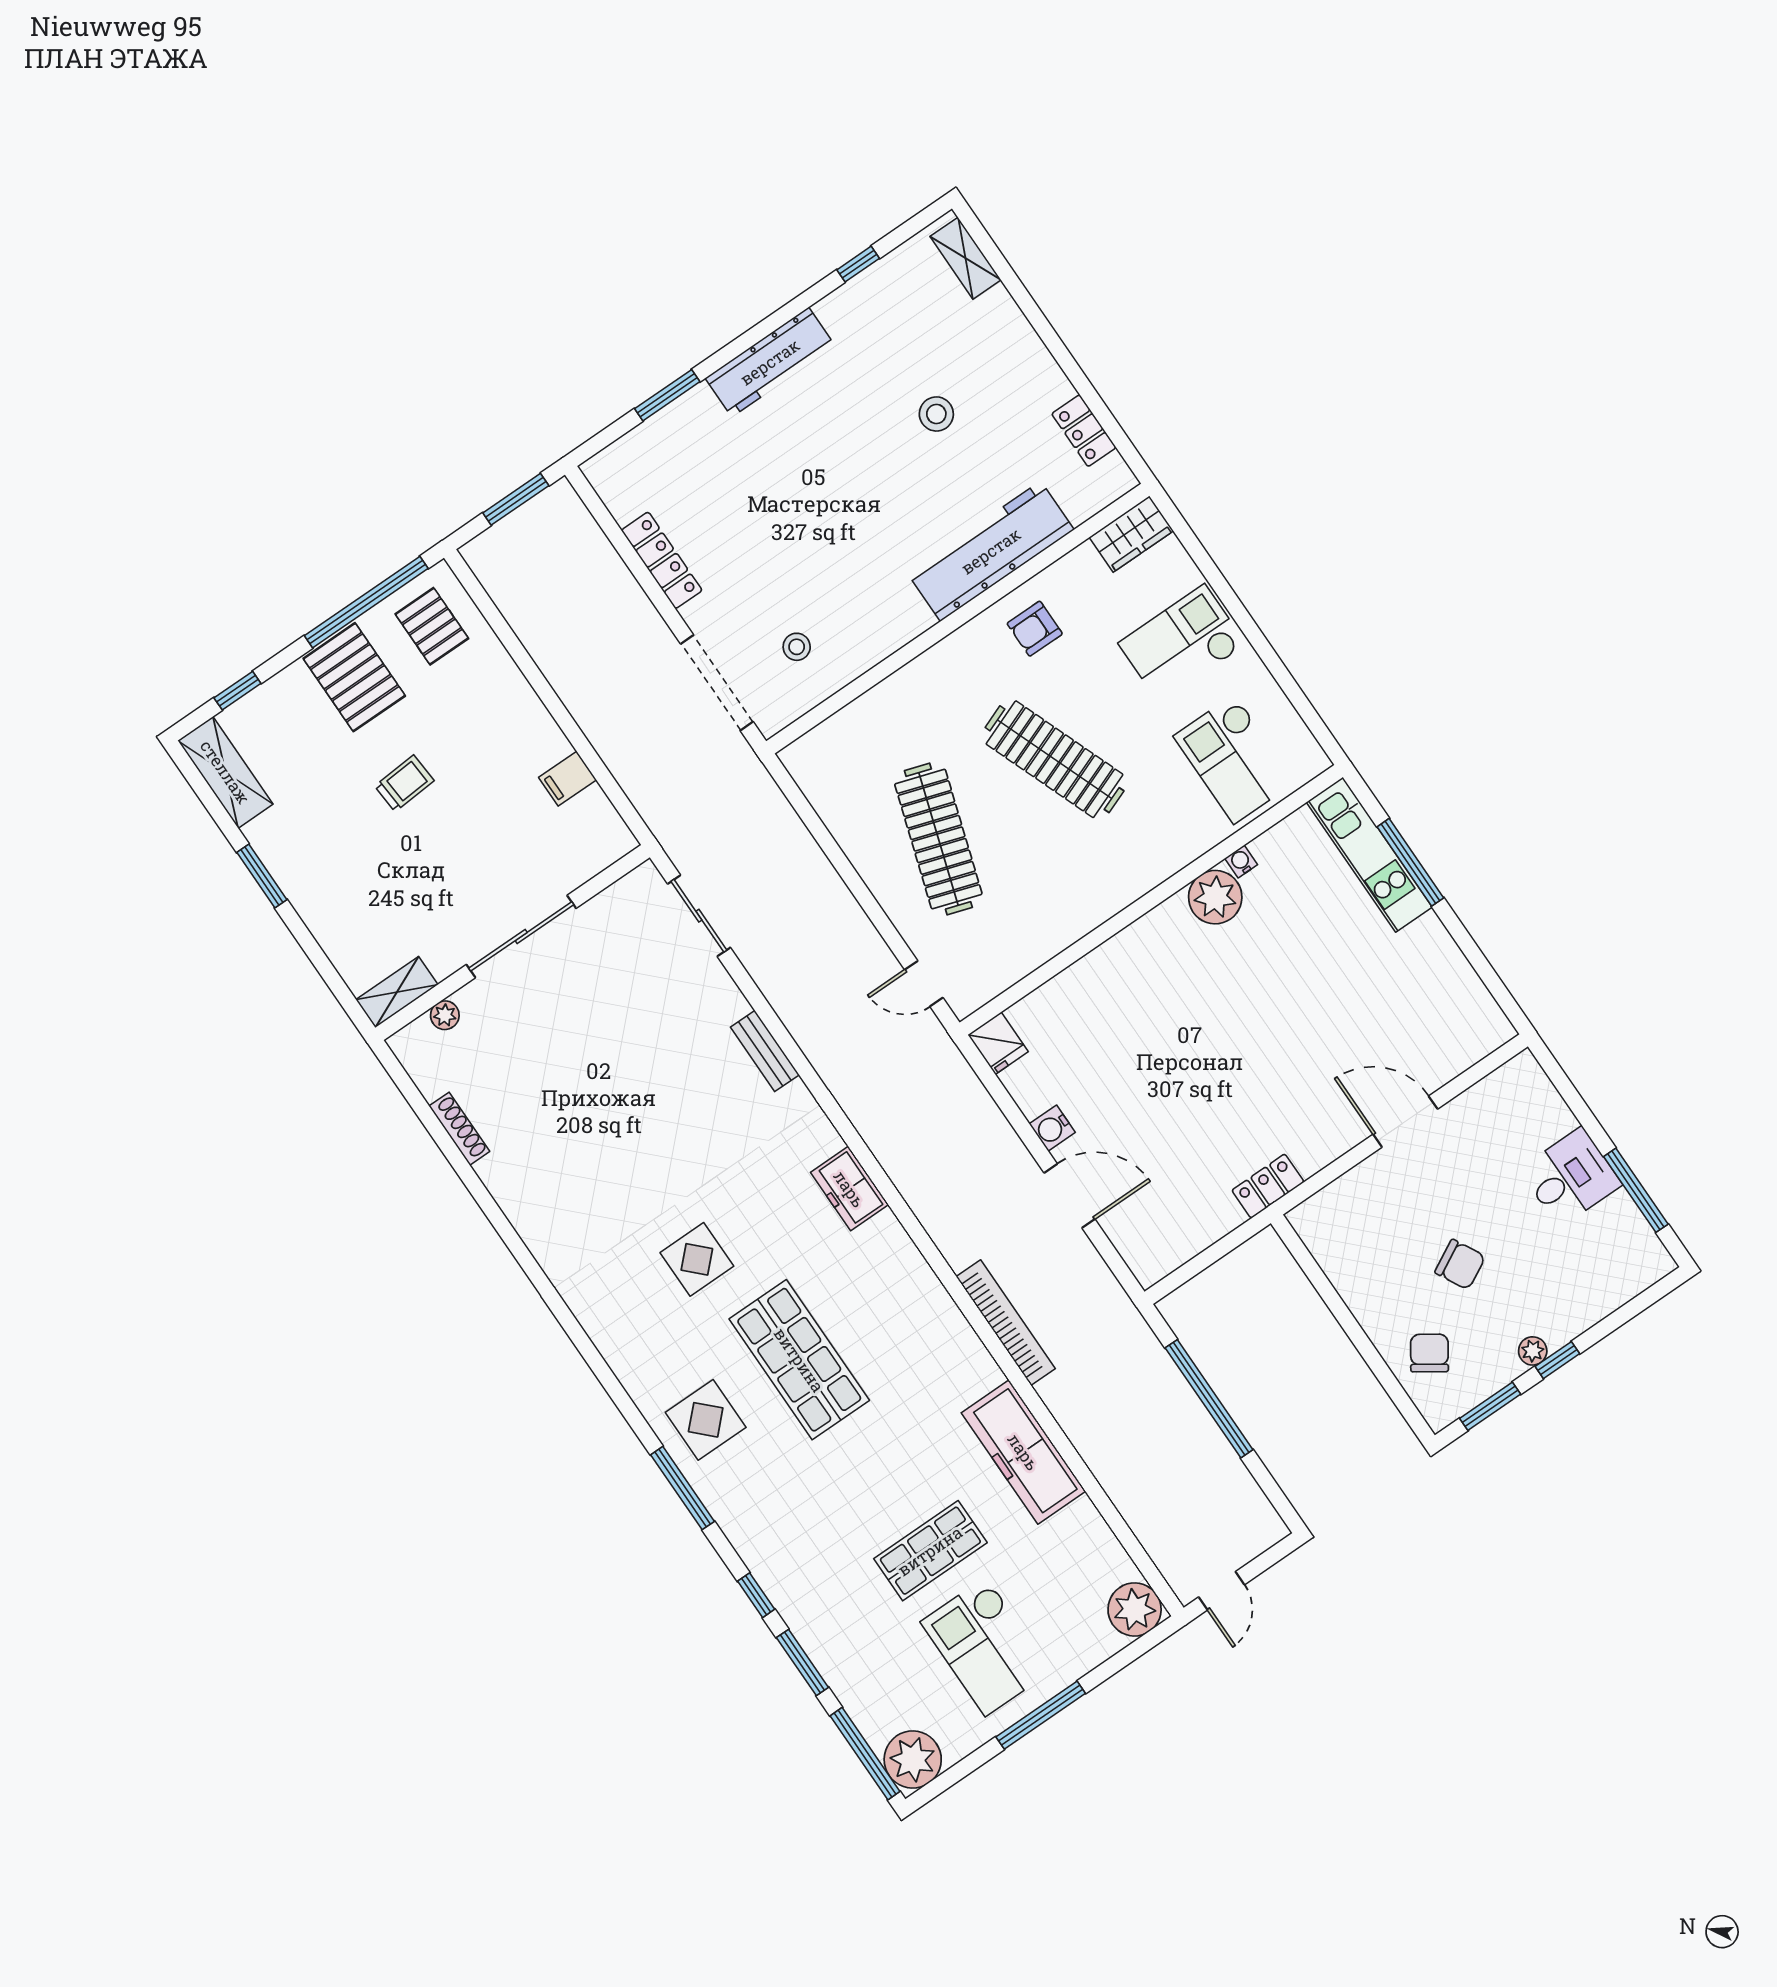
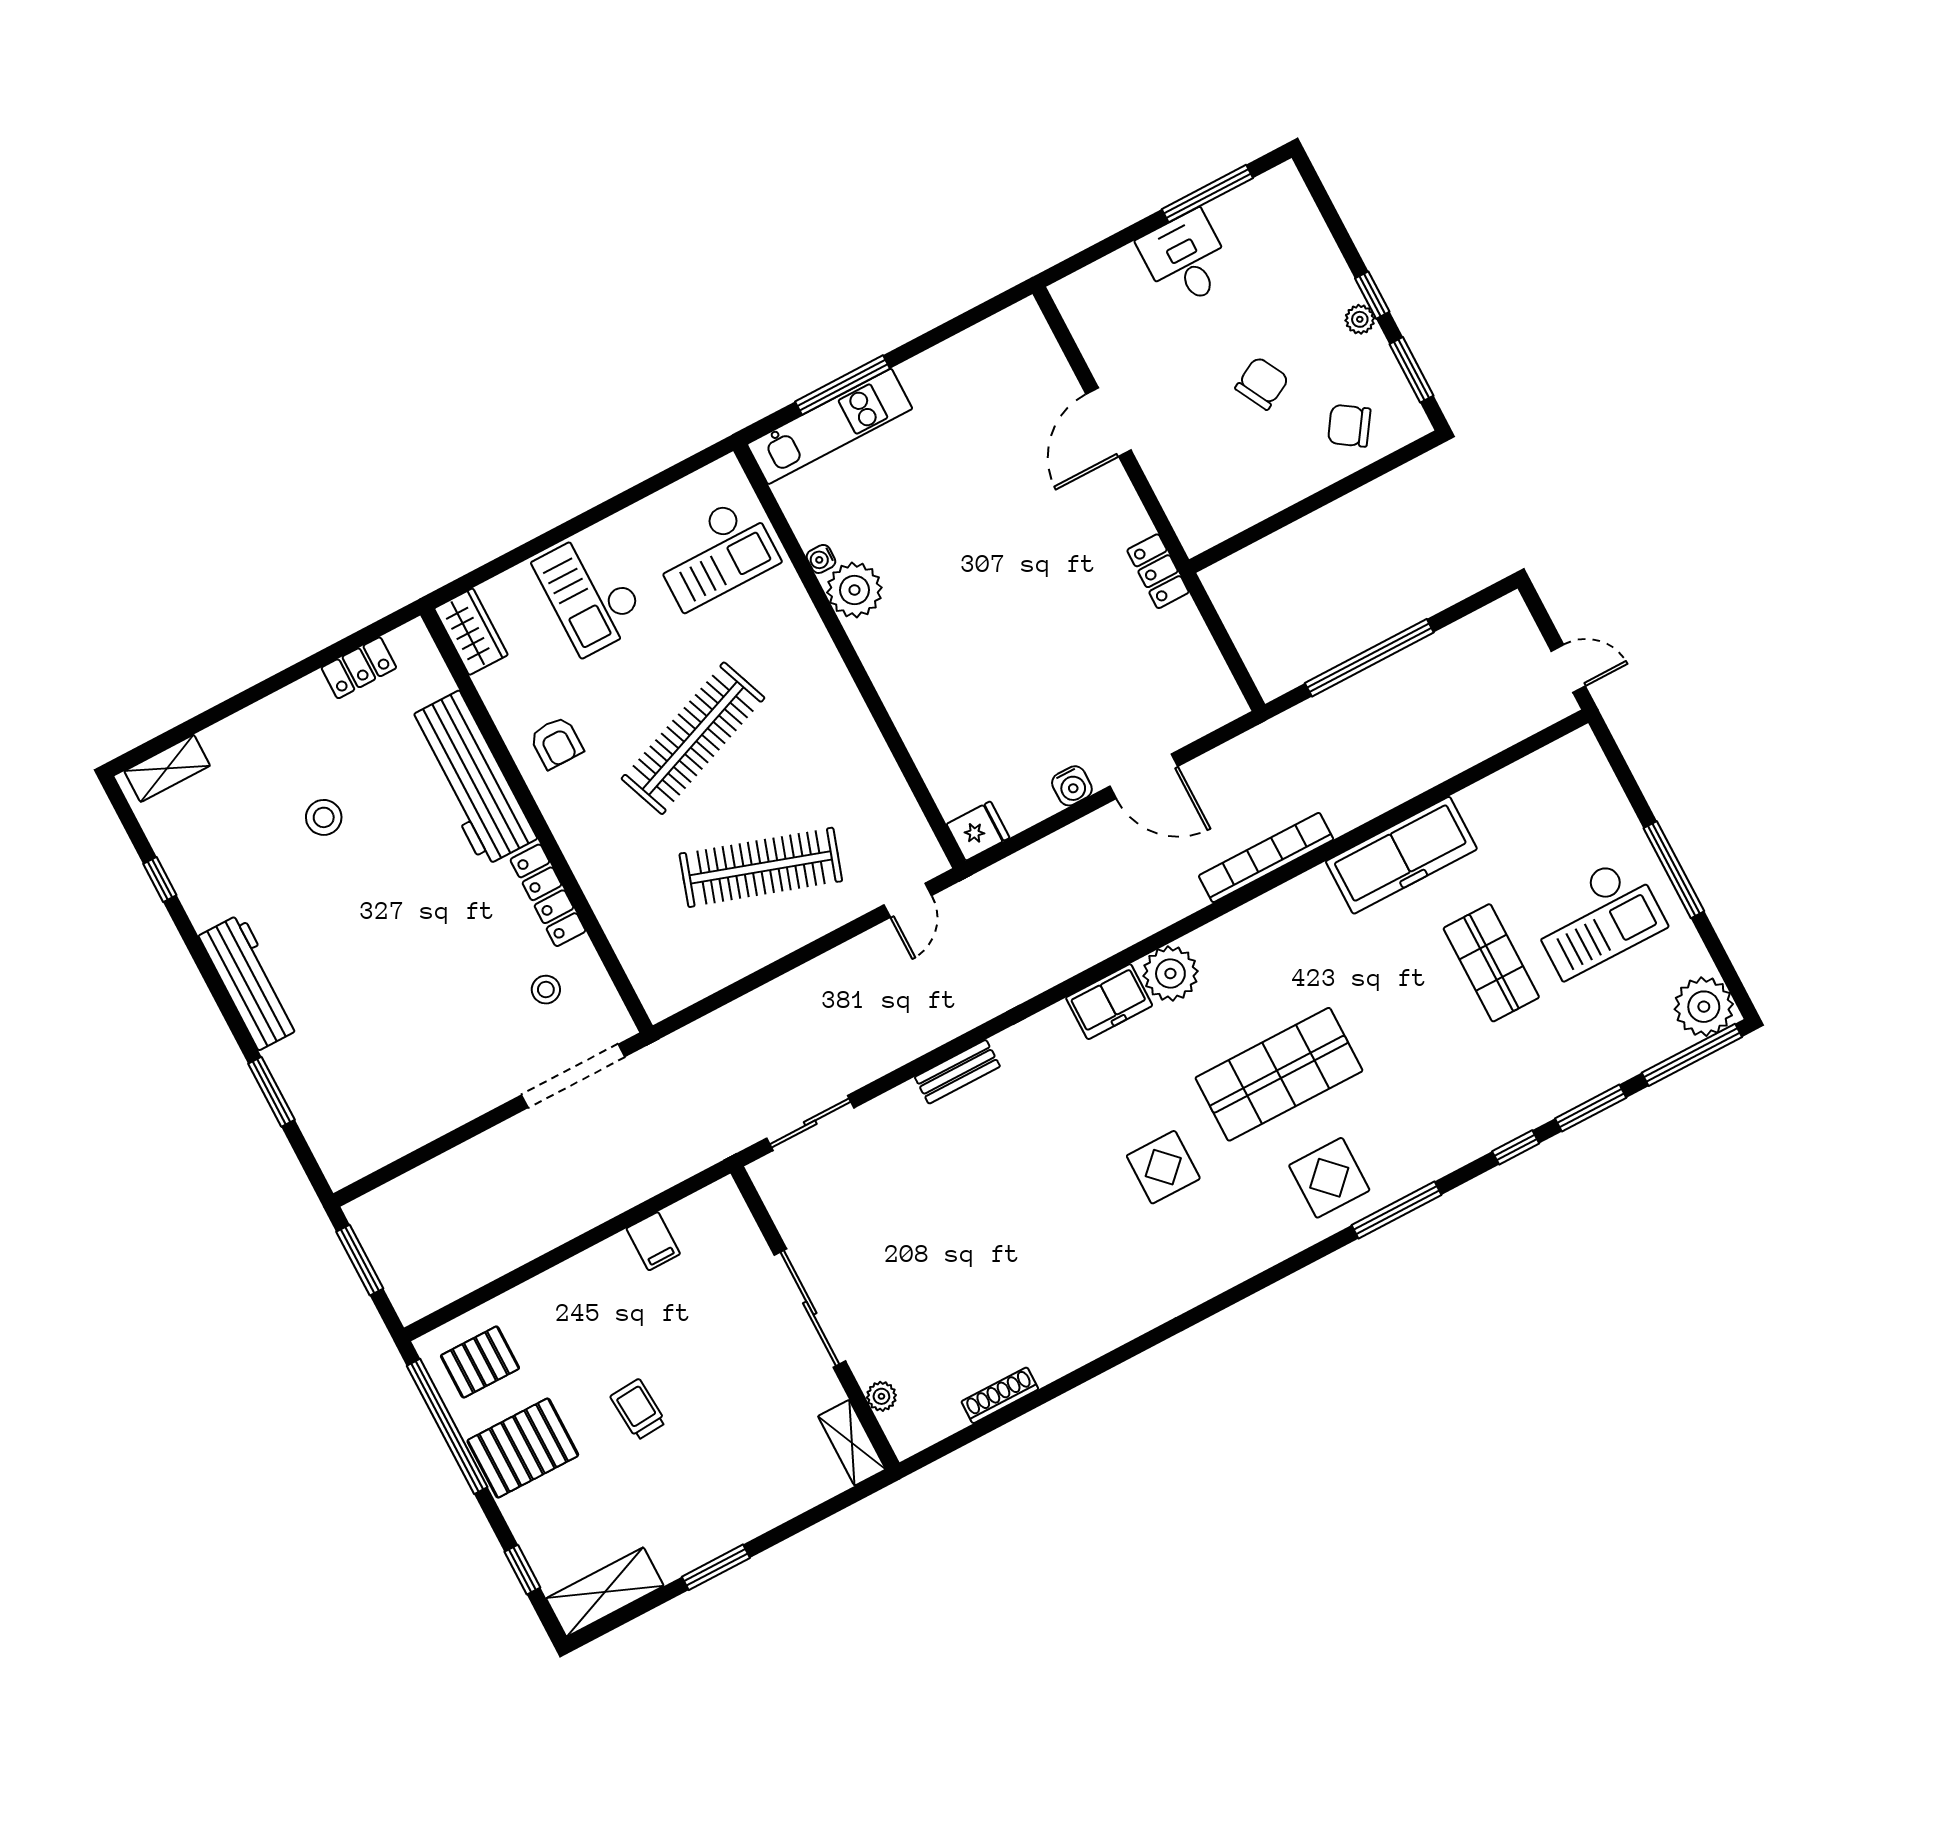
locker: (662, 560) -> (548, 895), moved, turned -90
door: (1070, 1196) -> (1144, 776), swing flipped
plant: (1135, 1609) -> (1170, 974), moved

